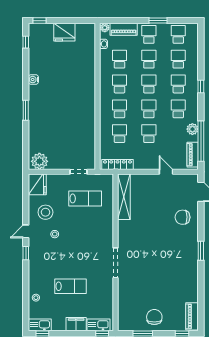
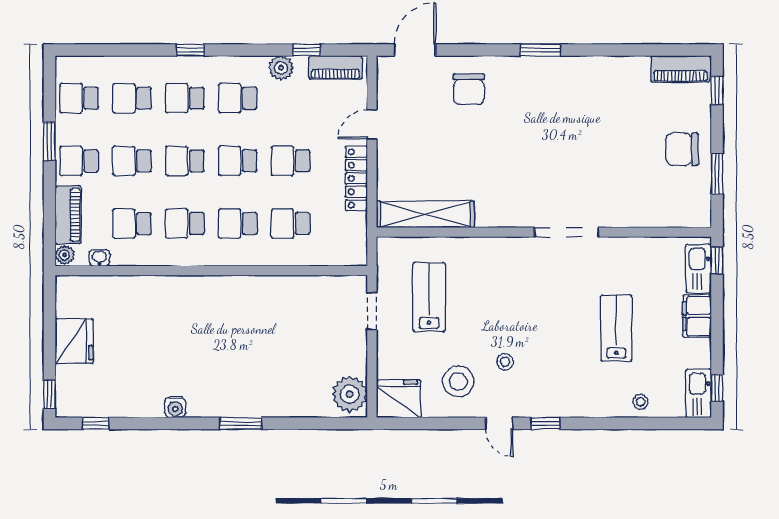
window: (201, 141) -> (307, 50), width x0.32
locker: (117, 164) -> (356, 179), moved

